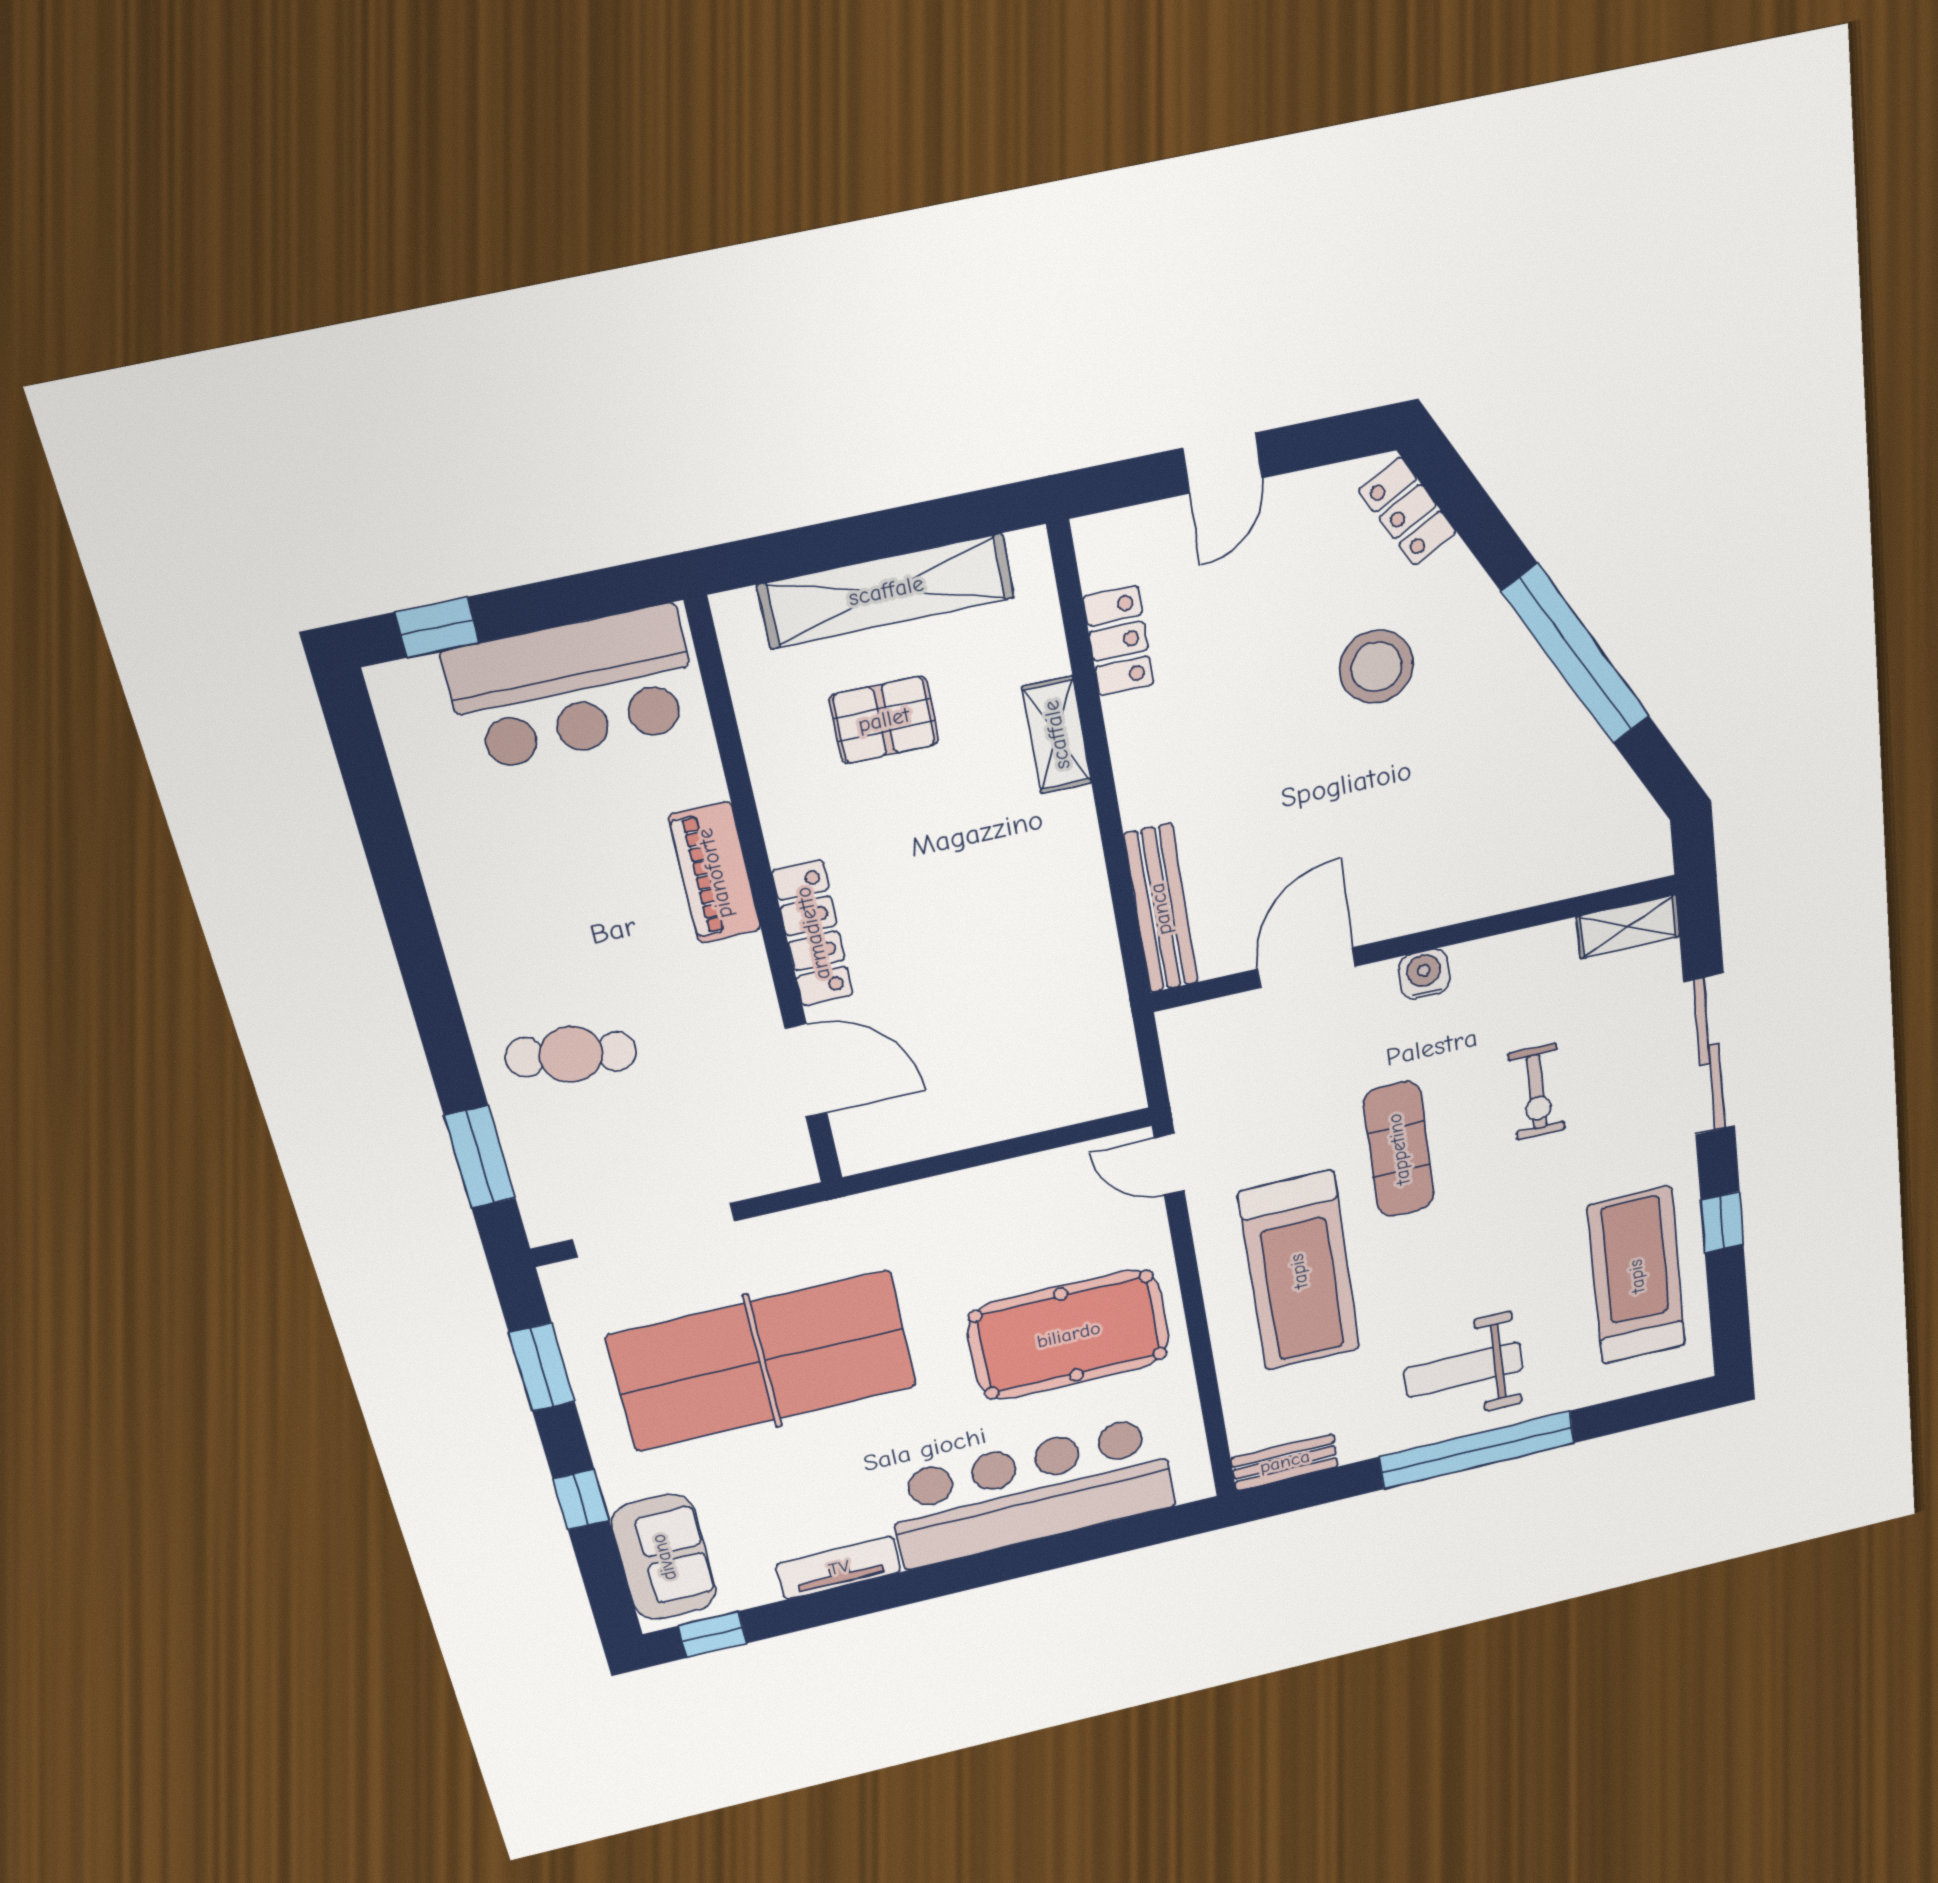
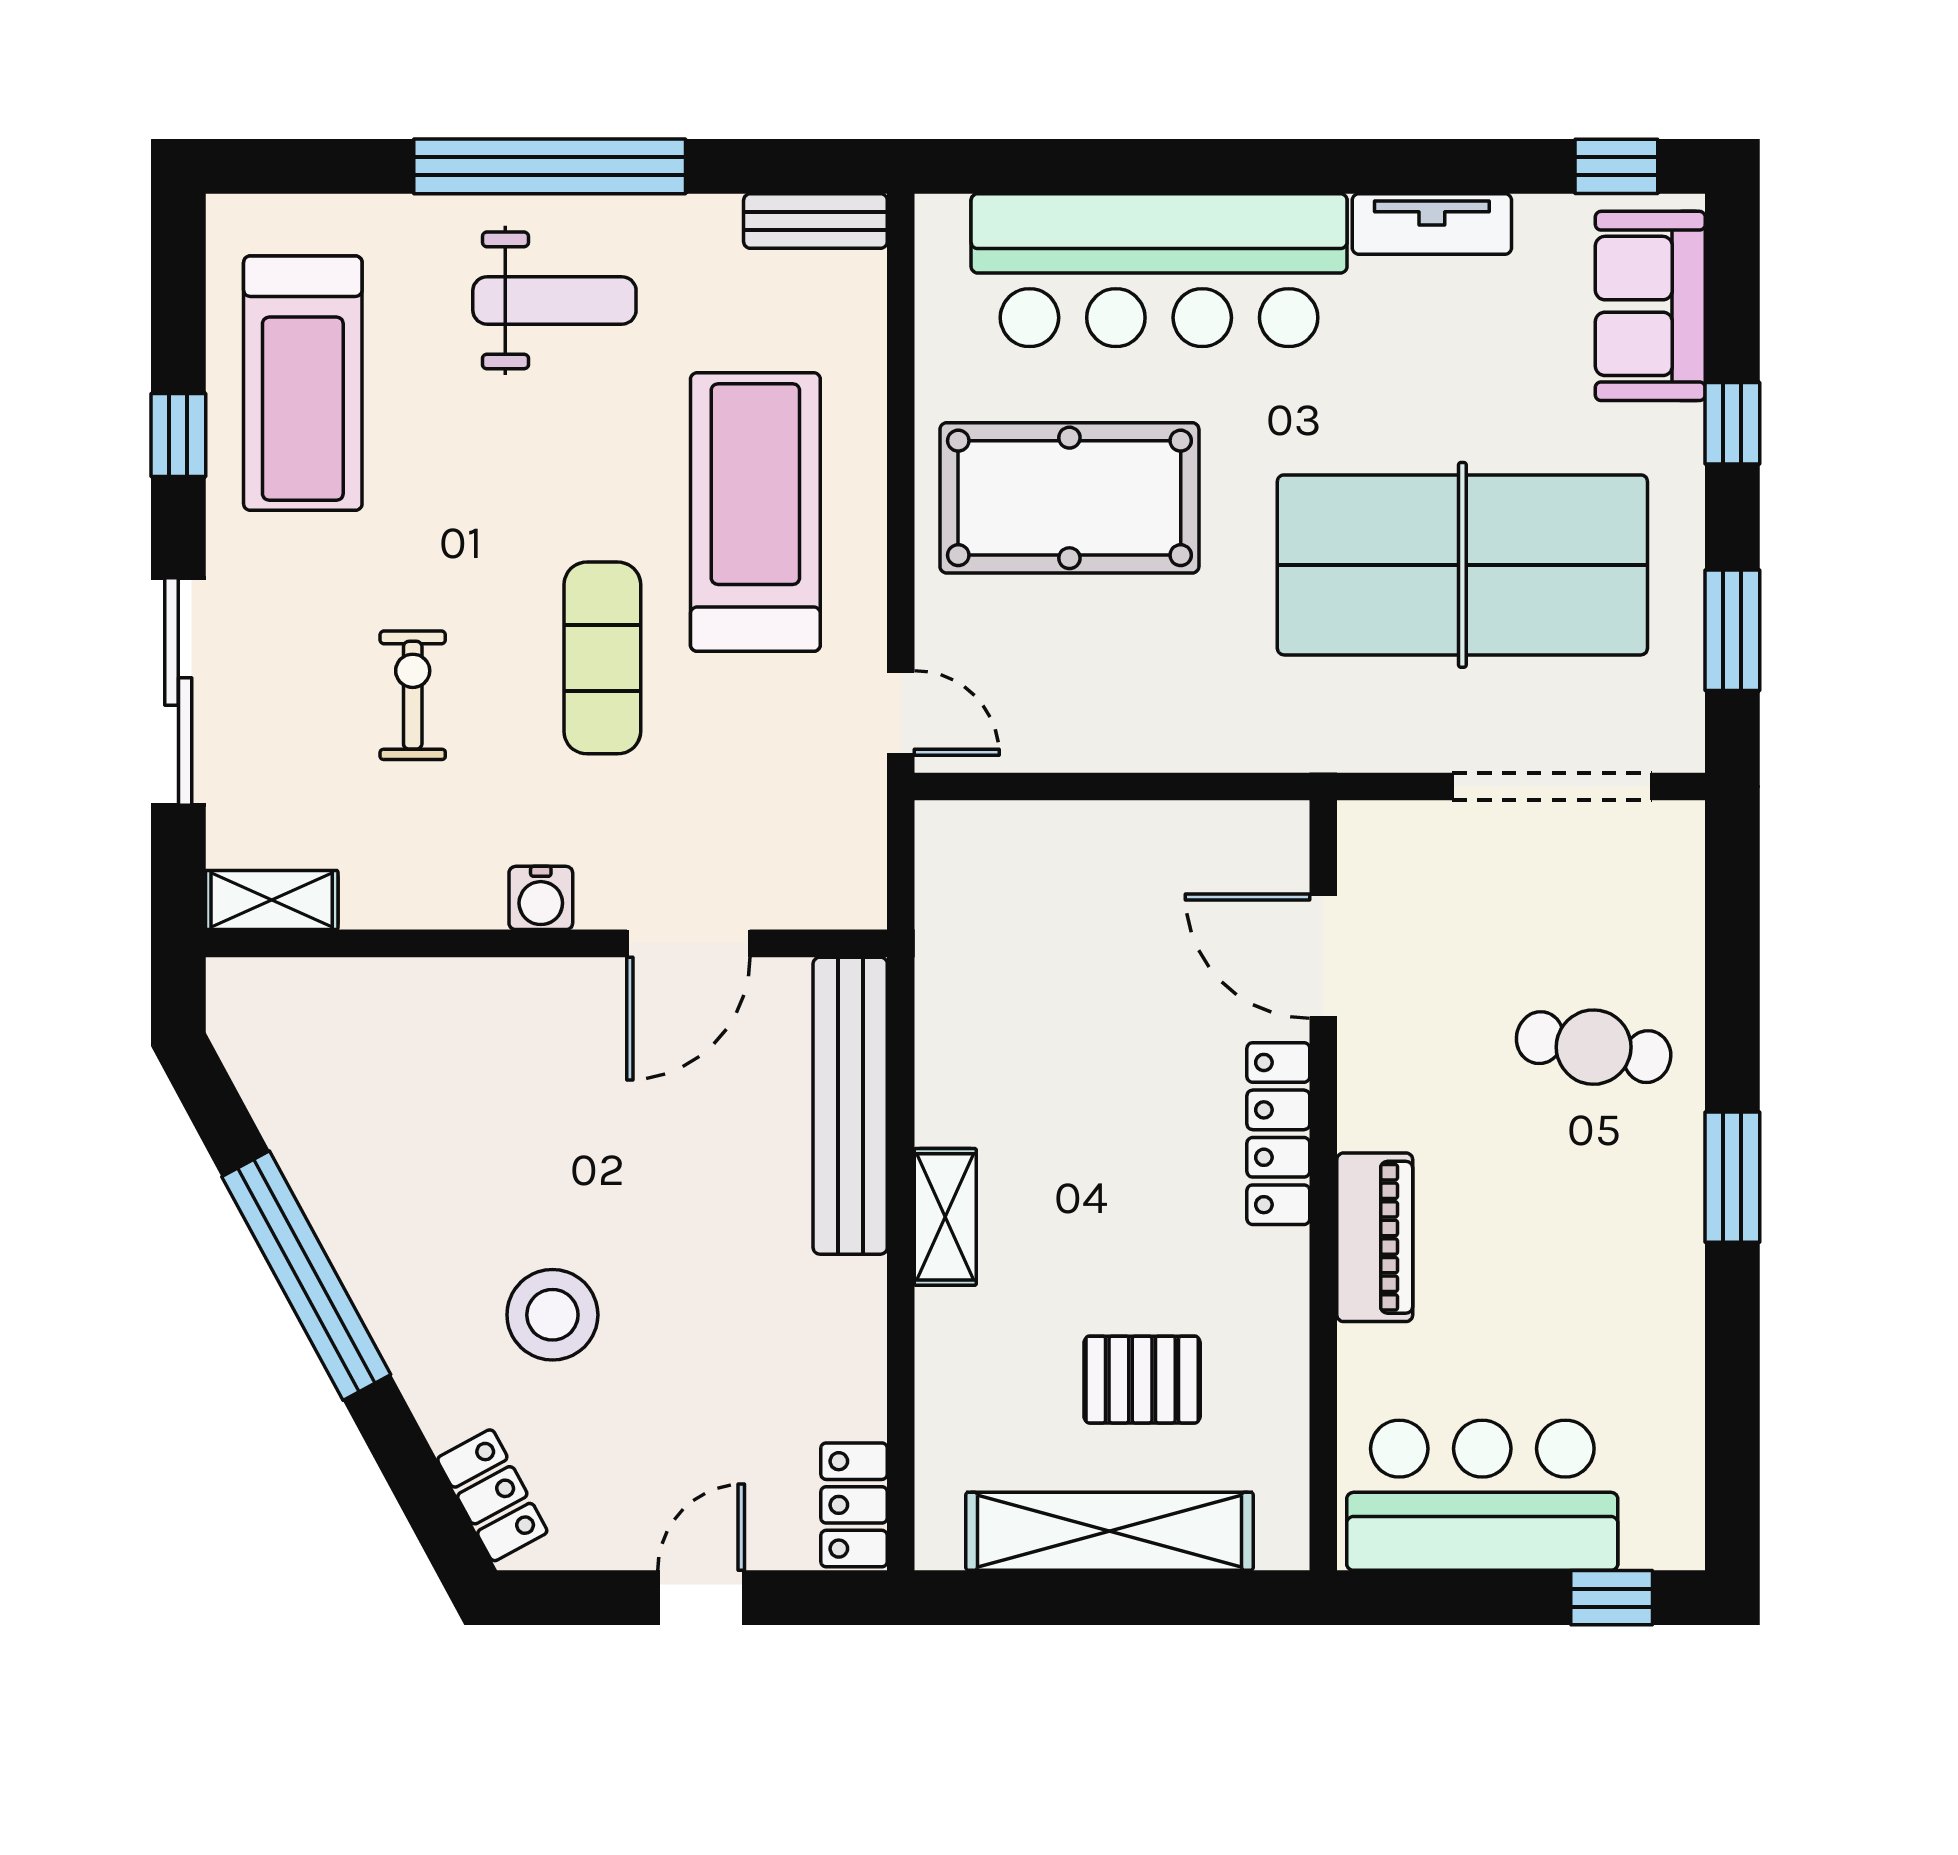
locker: (1118, 641) -> (854, 1505), moved
shelving: (1057, 735) -> (945, 1217), moved
bench: (1161, 909) -> (850, 1106), width x1.37, depth x1.21
window: (480, 1157) -> (1732, 1177), moved

